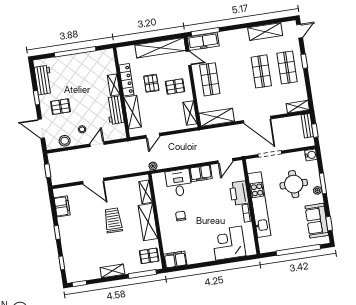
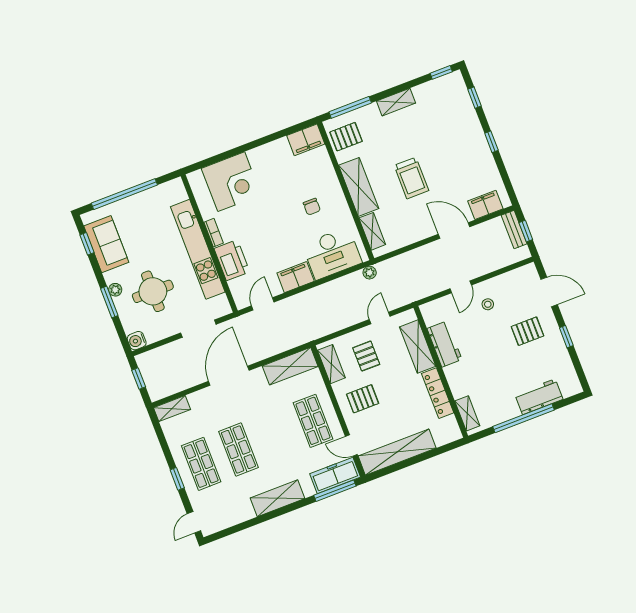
shelving: (265, 32) -> (277, 498), moved
workbench: (43, 80) -> (539, 397), moved, turned 90
pallet: (151, 83) -> (366, 356), moved
shelving: (114, 85) -> (467, 413), moved
door: (257, 120) -> (229, 376), hinge flipped
bench: (307, 126) -> (514, 230), moved
stool: (65, 141) -> (510, 282), removed
desk: (179, 183) -> (332, 253), width x1.37
filing cabinet: (62, 206) -> (485, 205), moved, turned 90

